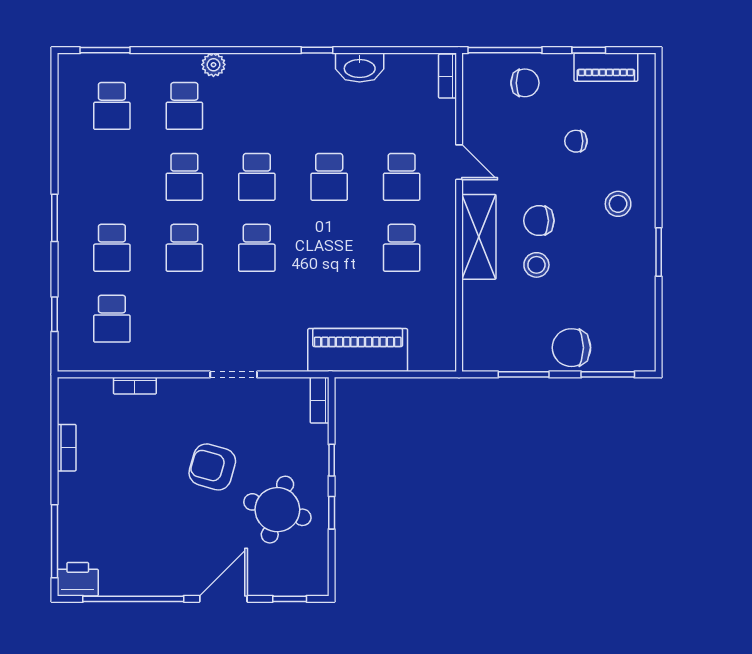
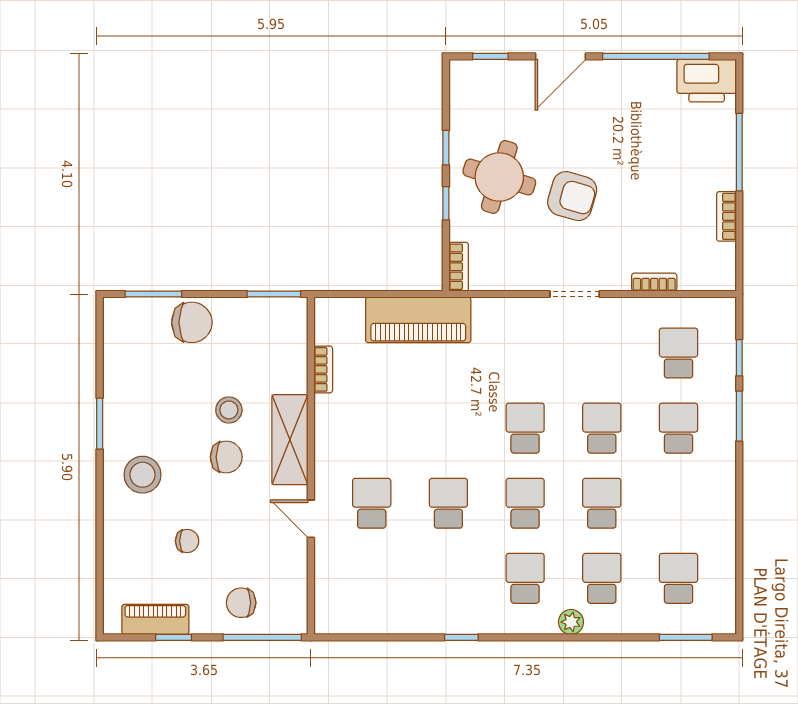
washbasin: (360, 68) -> (416, 619), removed
bookcase: (447, 76) -> (323, 369), moved
stool: (618, 204) -> (143, 475), width x1.38, depth x1.38
window: (55, 218) -> (739, 416), moved
school desk: (402, 248) -> (525, 578), moved
doorway: (234, 374) -> (575, 294), moved
window: (524, 374) -> (274, 294), moved
round table: (277, 510) -> (499, 177), moved
window: (55, 541) -> (739, 152), moved
printer: (78, 579) -> (707, 81), width x1.37, depth x1.19

